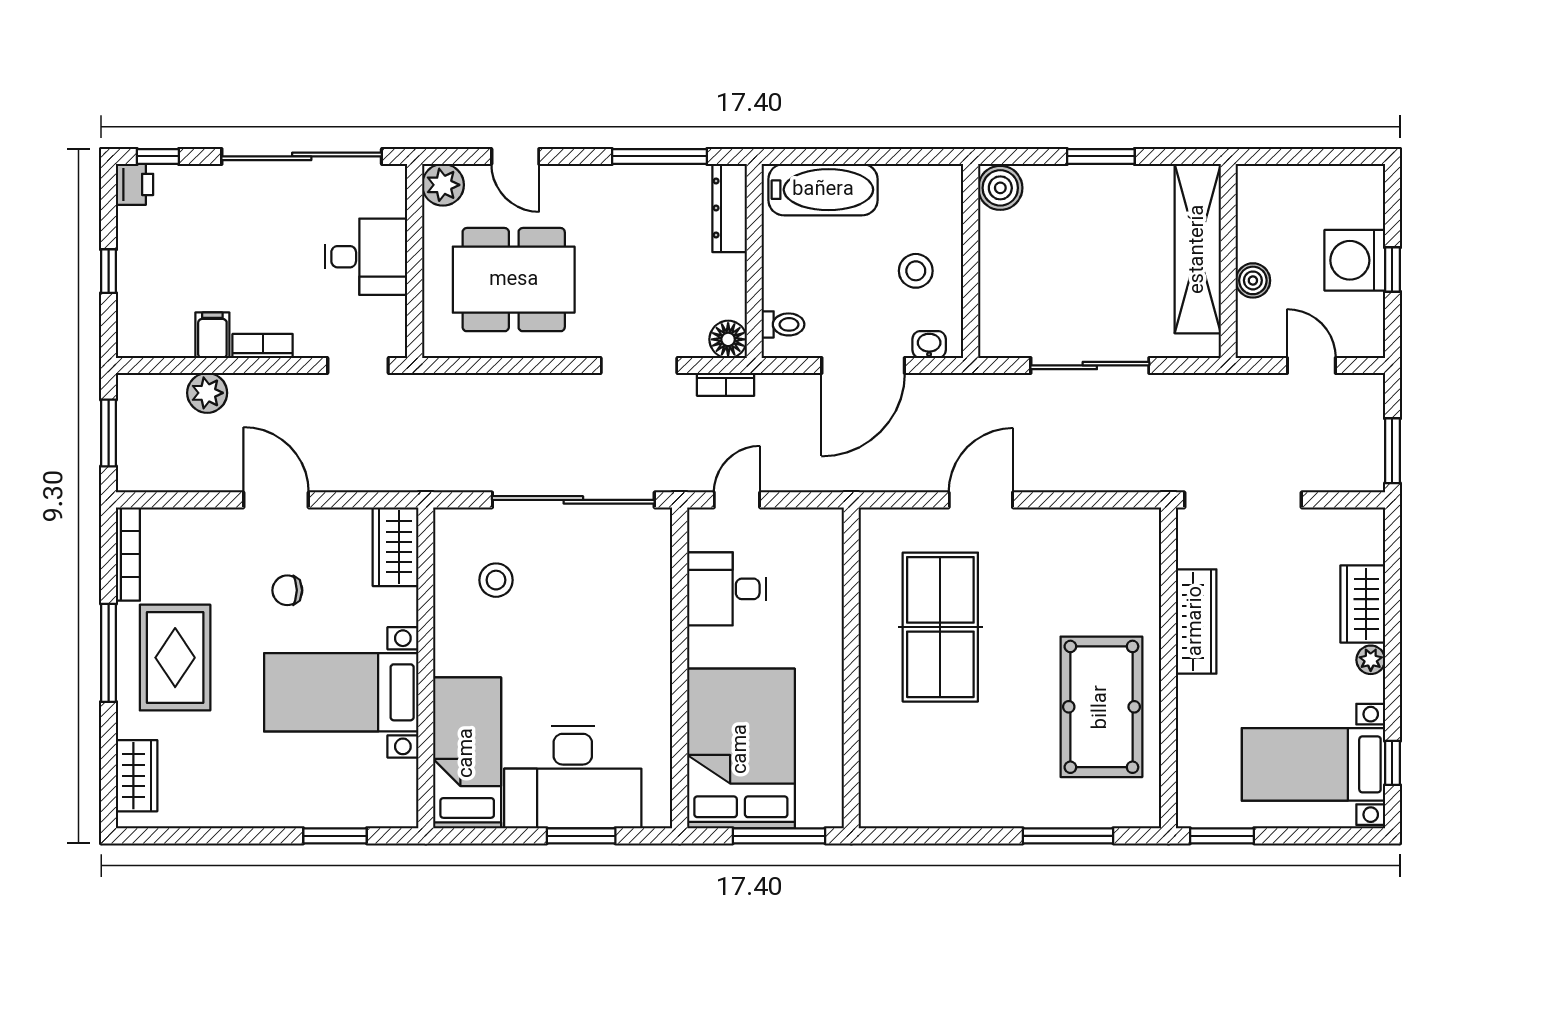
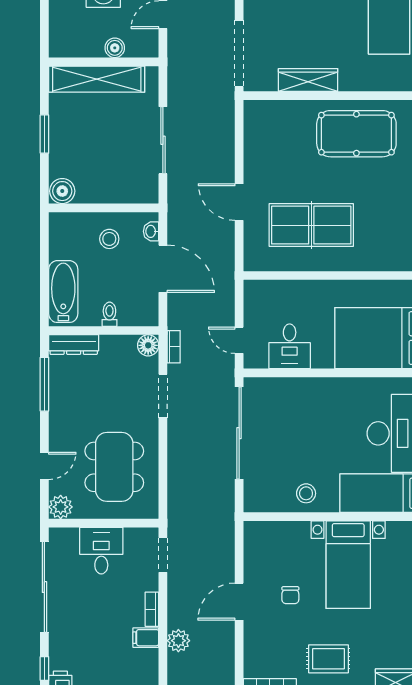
toilet: (783, 324) -> (109, 314), moved
wardrobe: (395, 547) -> (266, 534), removed
stool: (496, 580) -> (306, 493), moved
rug: (175, 658) -> (328, 659), width x0.73, depth x0.70

